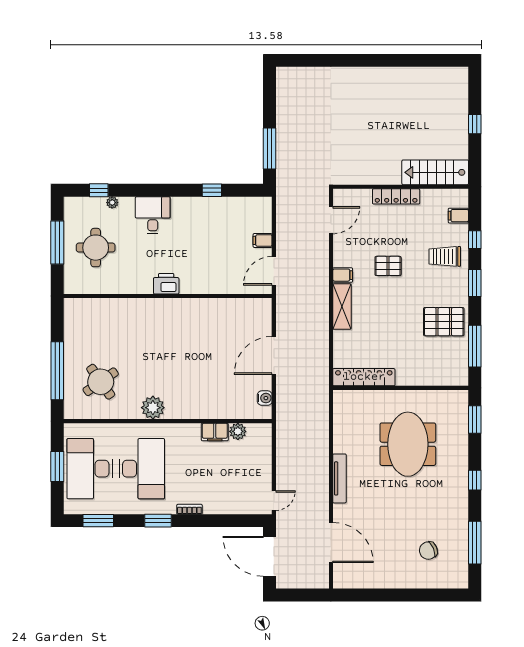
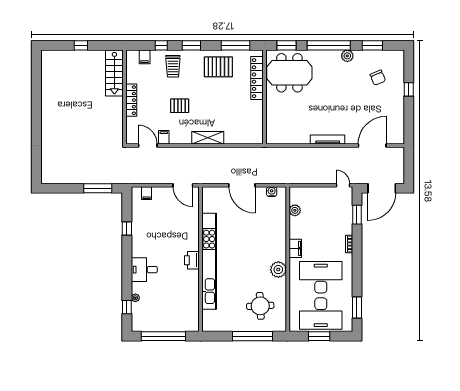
filing cabinet: (263, 240) -> (147, 193), moved
window: (57, 243) -> (163, 336), width x1.46
round table: (96, 248) -> (167, 309), removed
pallet: (388, 266) -> (180, 106), turned 90
filing cabinet: (343, 275) -> (164, 137), moved
kitchen unit: (165, 308) -> (209, 261), added
pallet: (444, 322) -> (218, 67), turned 90
locker: (364, 377) -> (257, 78), moved
round table: (101, 382) -> (260, 306), turned 32
filing cabinet: (215, 432) -> (295, 248), moved
meeting table: (408, 444) -> (289, 73), moved
window: (475, 480) -> (329, 45), width x3.17
plant: (460, 507) -> (347, 56), added
window: (158, 521) -> (357, 215), moved
window: (475, 543) -> (372, 45), width x0.69
window: (411, 595) -> (409, 89), added

